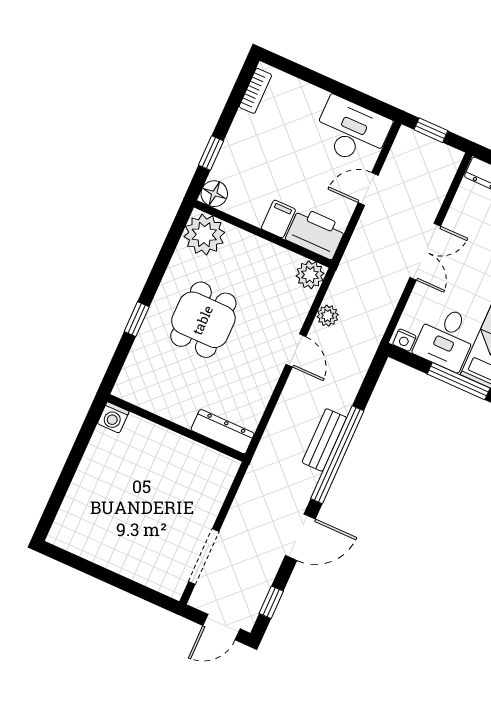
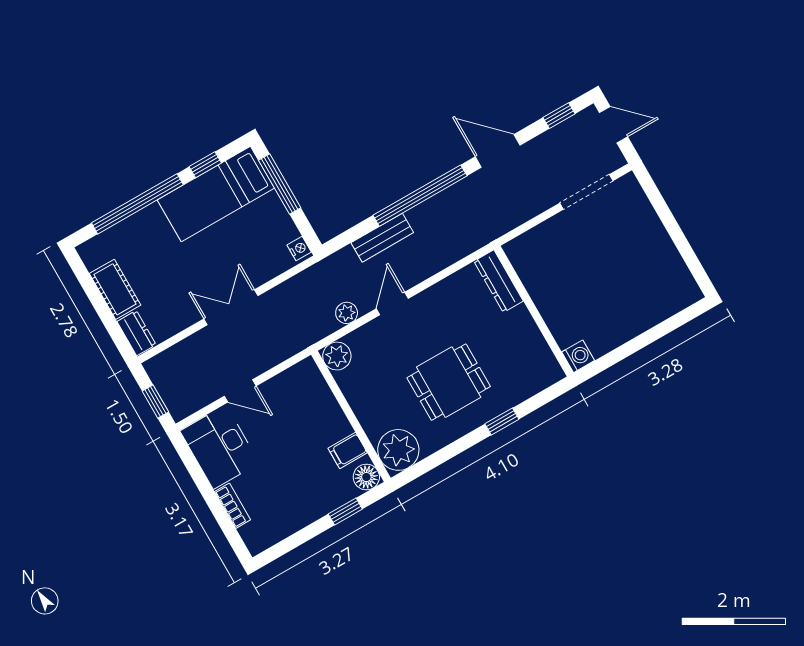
bookcase: (255, 91) -> (233, 506), moved, turned 90
filing cabinet: (278, 219) -> (348, 451), moved
printer: (316, 233) -> (308, 386), removed
desk: (446, 338) -> (264, 226), removed
bench: (324, 440) -> (382, 238), moved

